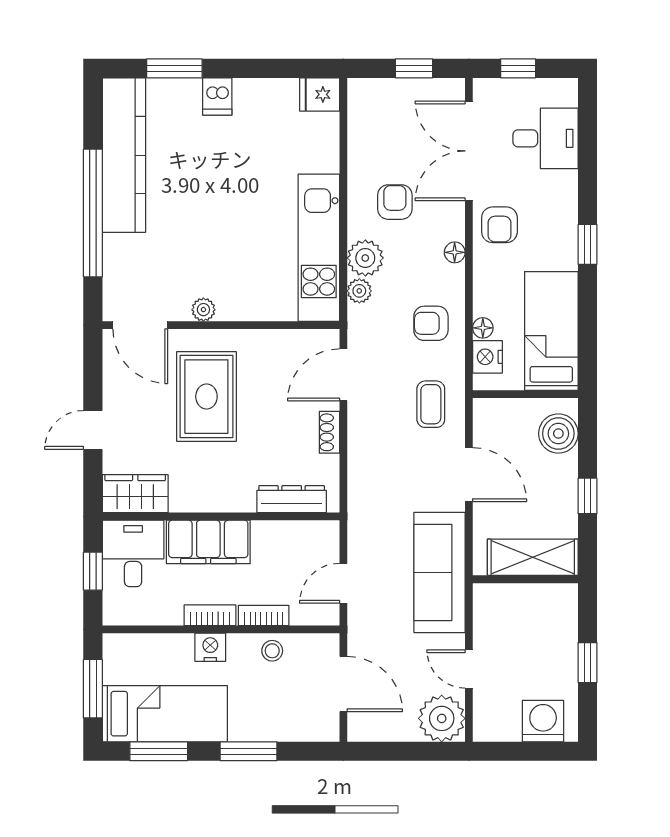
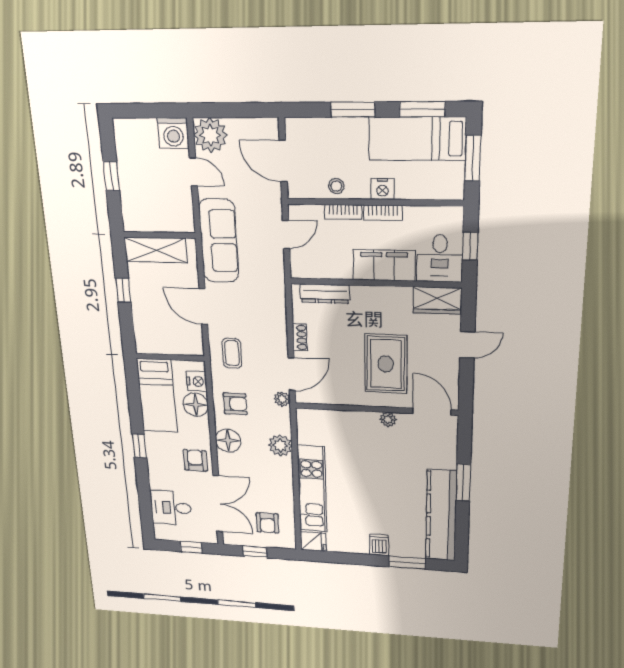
armchair: (395, 202) -> (267, 523), moved
window: (93, 213) -> (463, 483), width x0.47
kitchen unit: (319, 248) -> (312, 489), moved
floor lamp: (455, 252) -> (228, 441), width x1.89, depth x1.89
plant: (359, 291) -> (282, 399), moved
floor lamp: (483, 328) -> (196, 405), width x1.89, depth x1.89
boiler: (558, 434) -> (146, 331), removed
washing machine: (543, 721) -> (173, 133), moved

